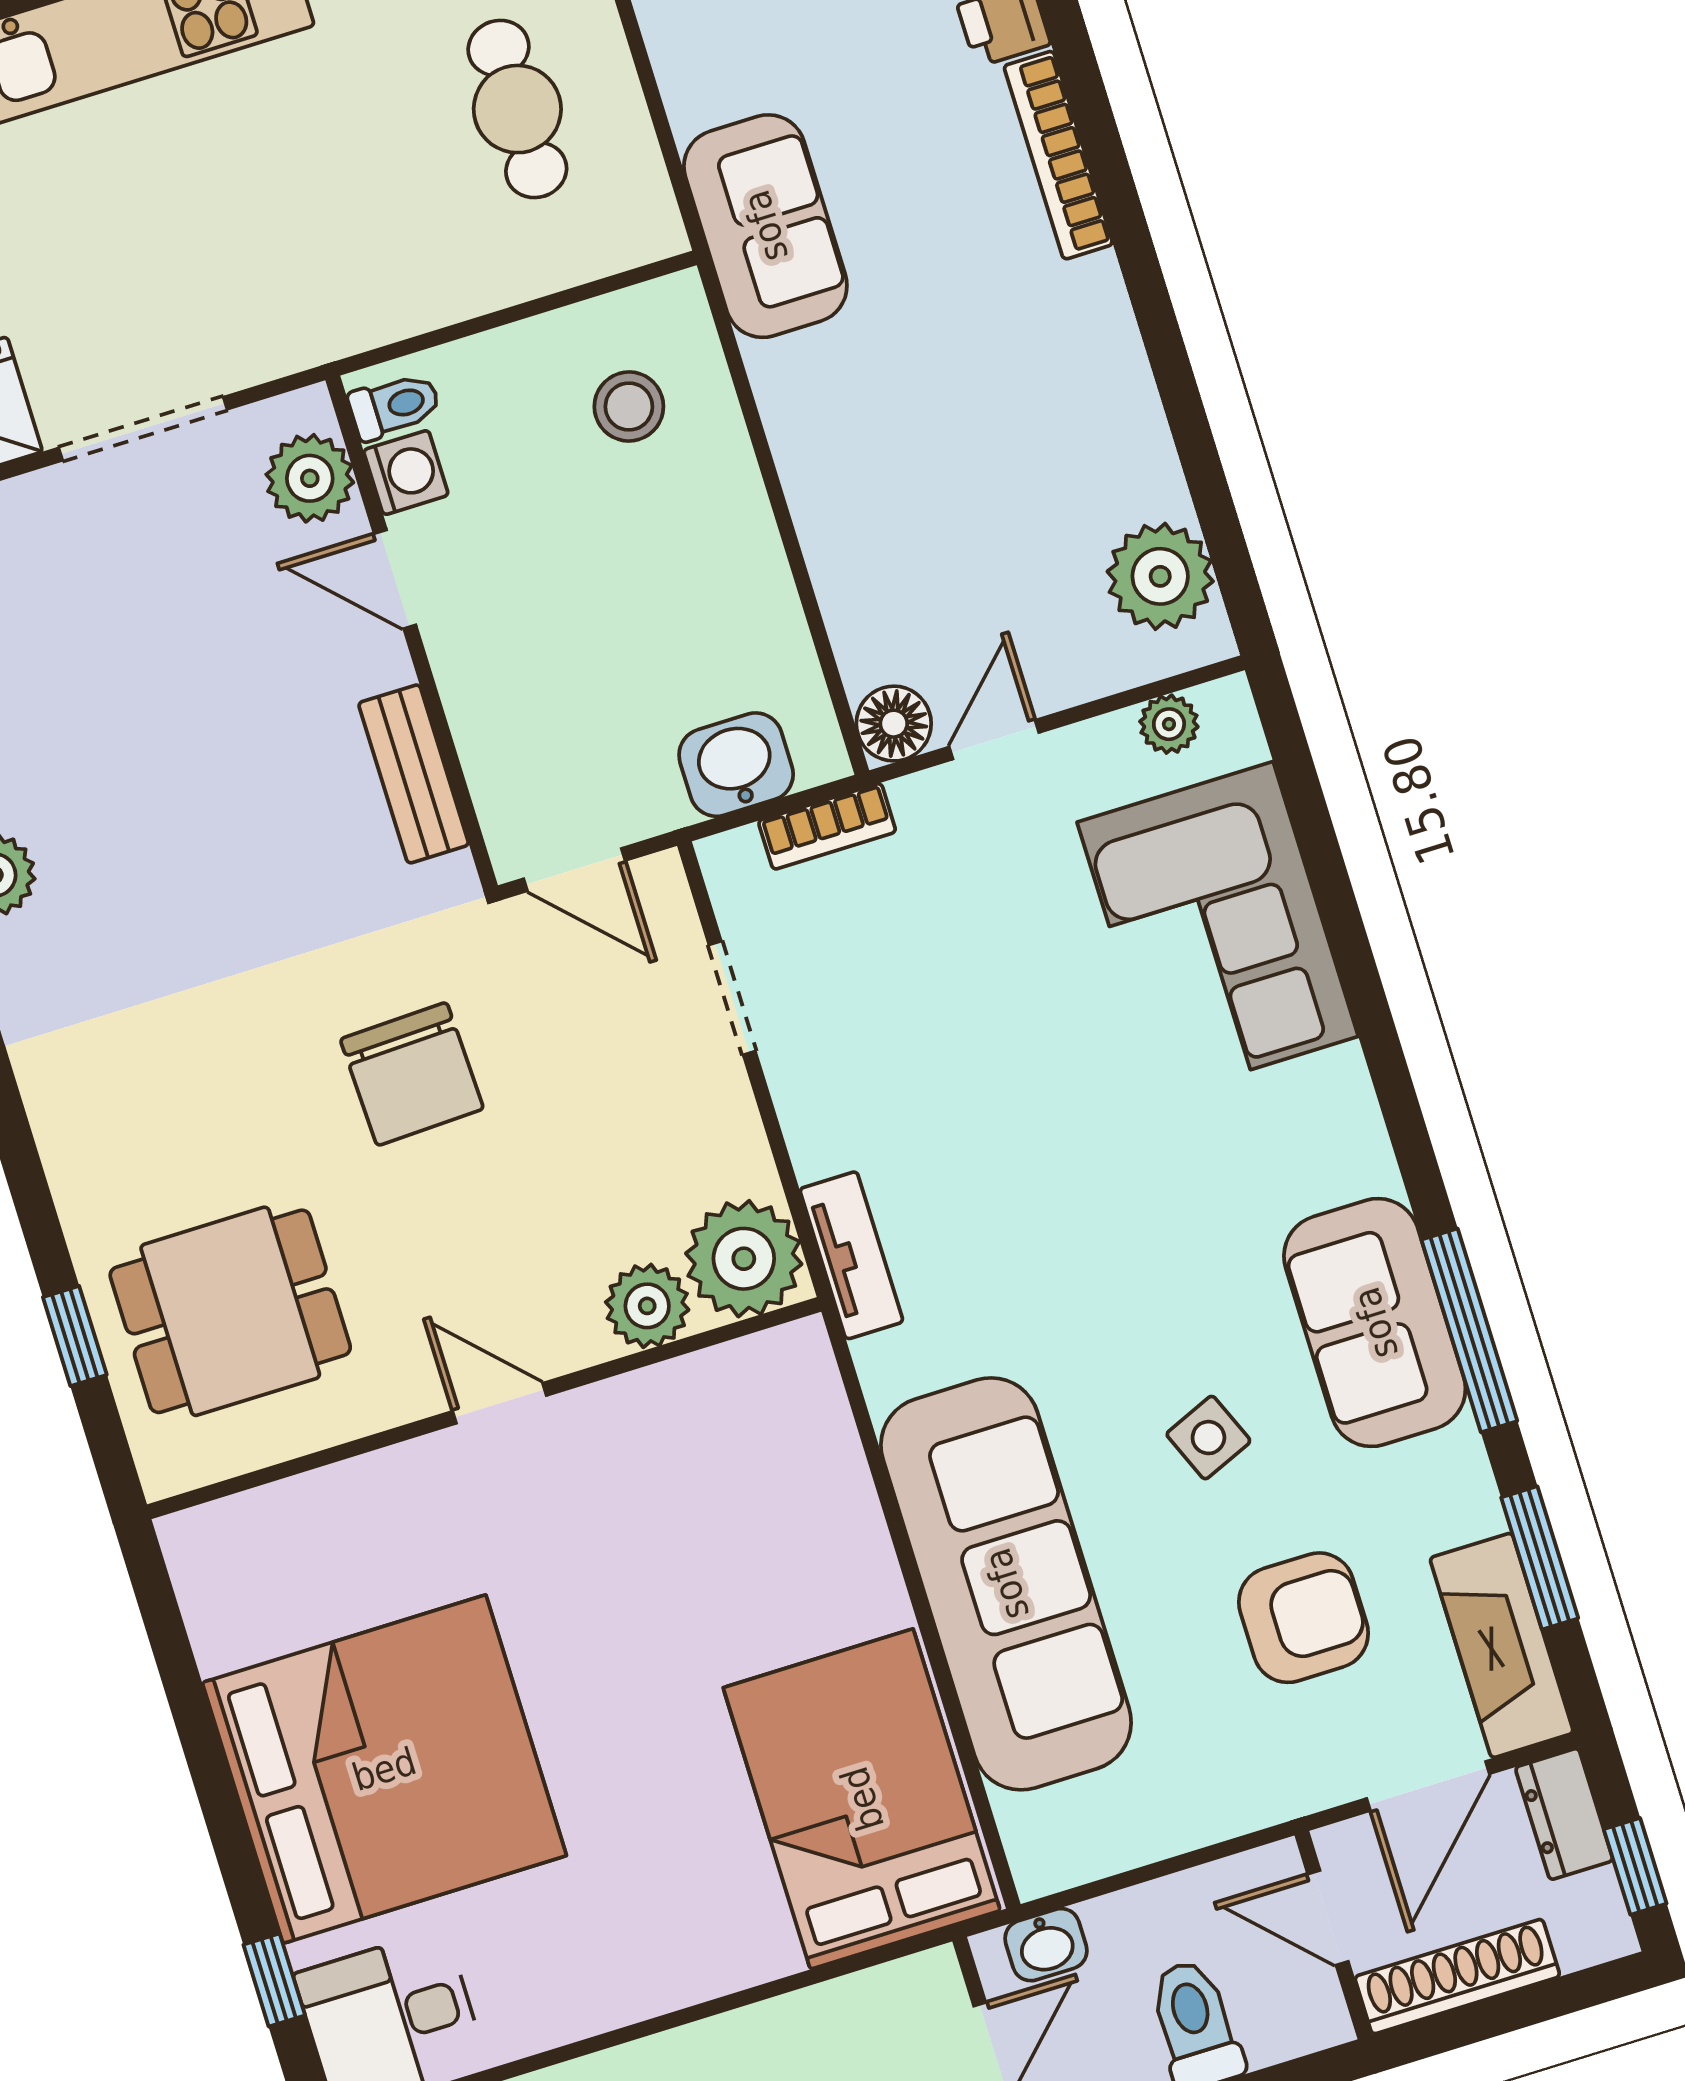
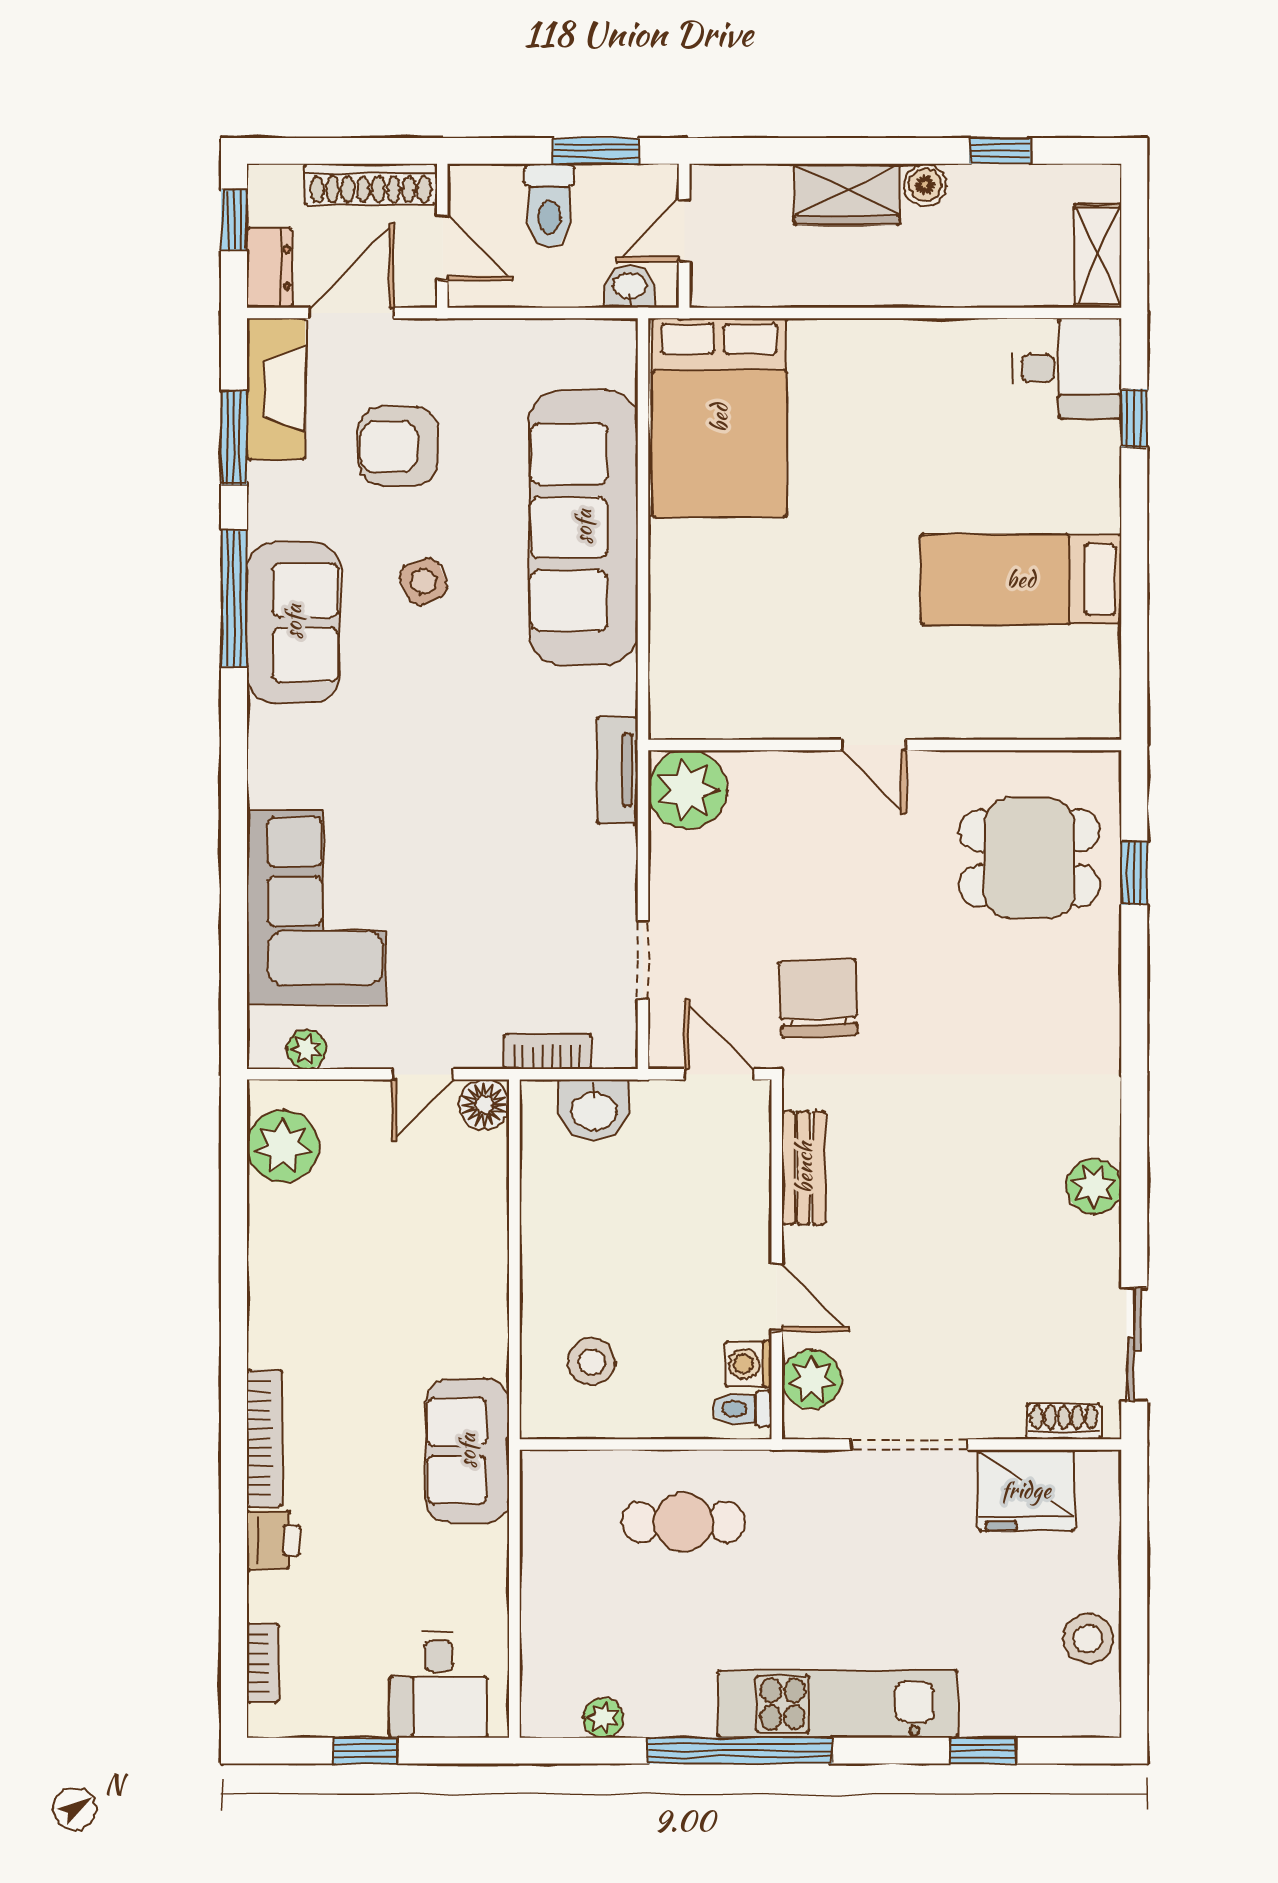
cafe table: (517, 109) -> (683, 1522), moved, turned 90
chair: (412, 1074) -> (818, 998), moved
plant: (647, 1306) -> (759, 778), removed
bed: (384, 1769) -> (1021, 579), width x0.49

